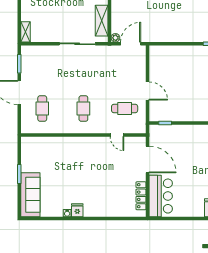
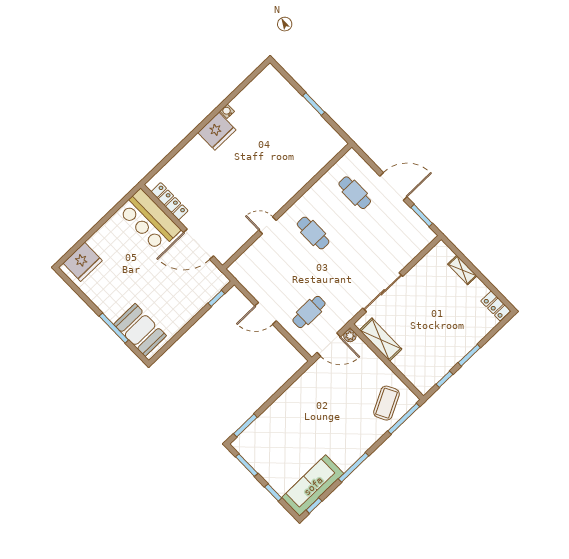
shelving: (26, 32) -> (462, 270), moved
door: (131, 44) -> (329, 345), hinge flipped
cafe table: (125, 108) -> (309, 312), moved
door: (117, 135) -> (268, 225), moved
sofa: (30, 195) -> (282, 94), removed
fridge: (77, 210) -> (217, 131), width x1.88, depth x1.34

